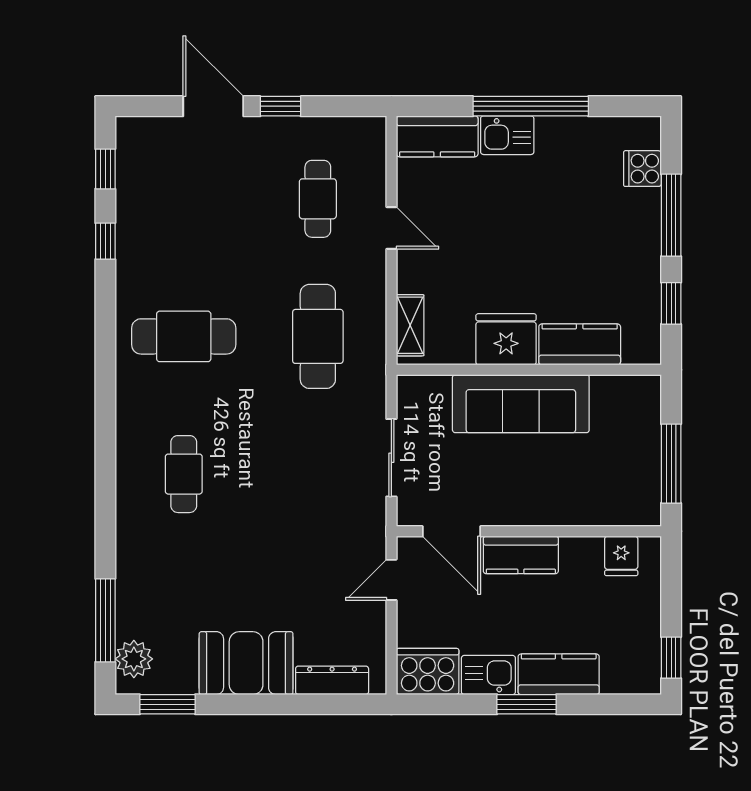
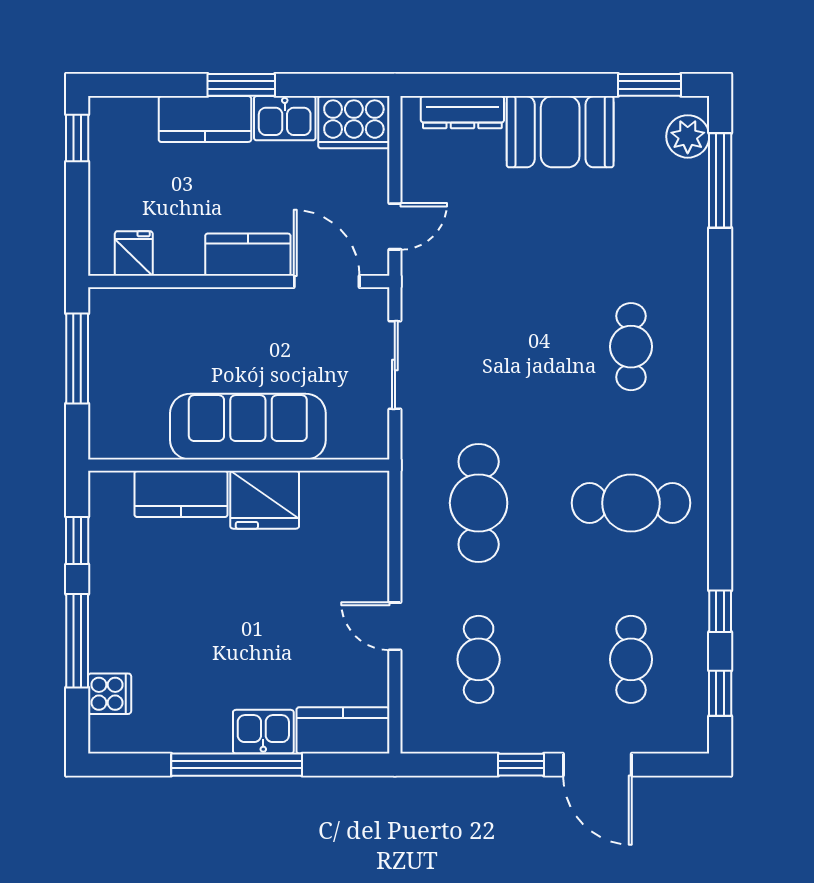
cafe table: (184, 199) -> (631, 659), added
shelving: (410, 325) -> (374, 516), removed

